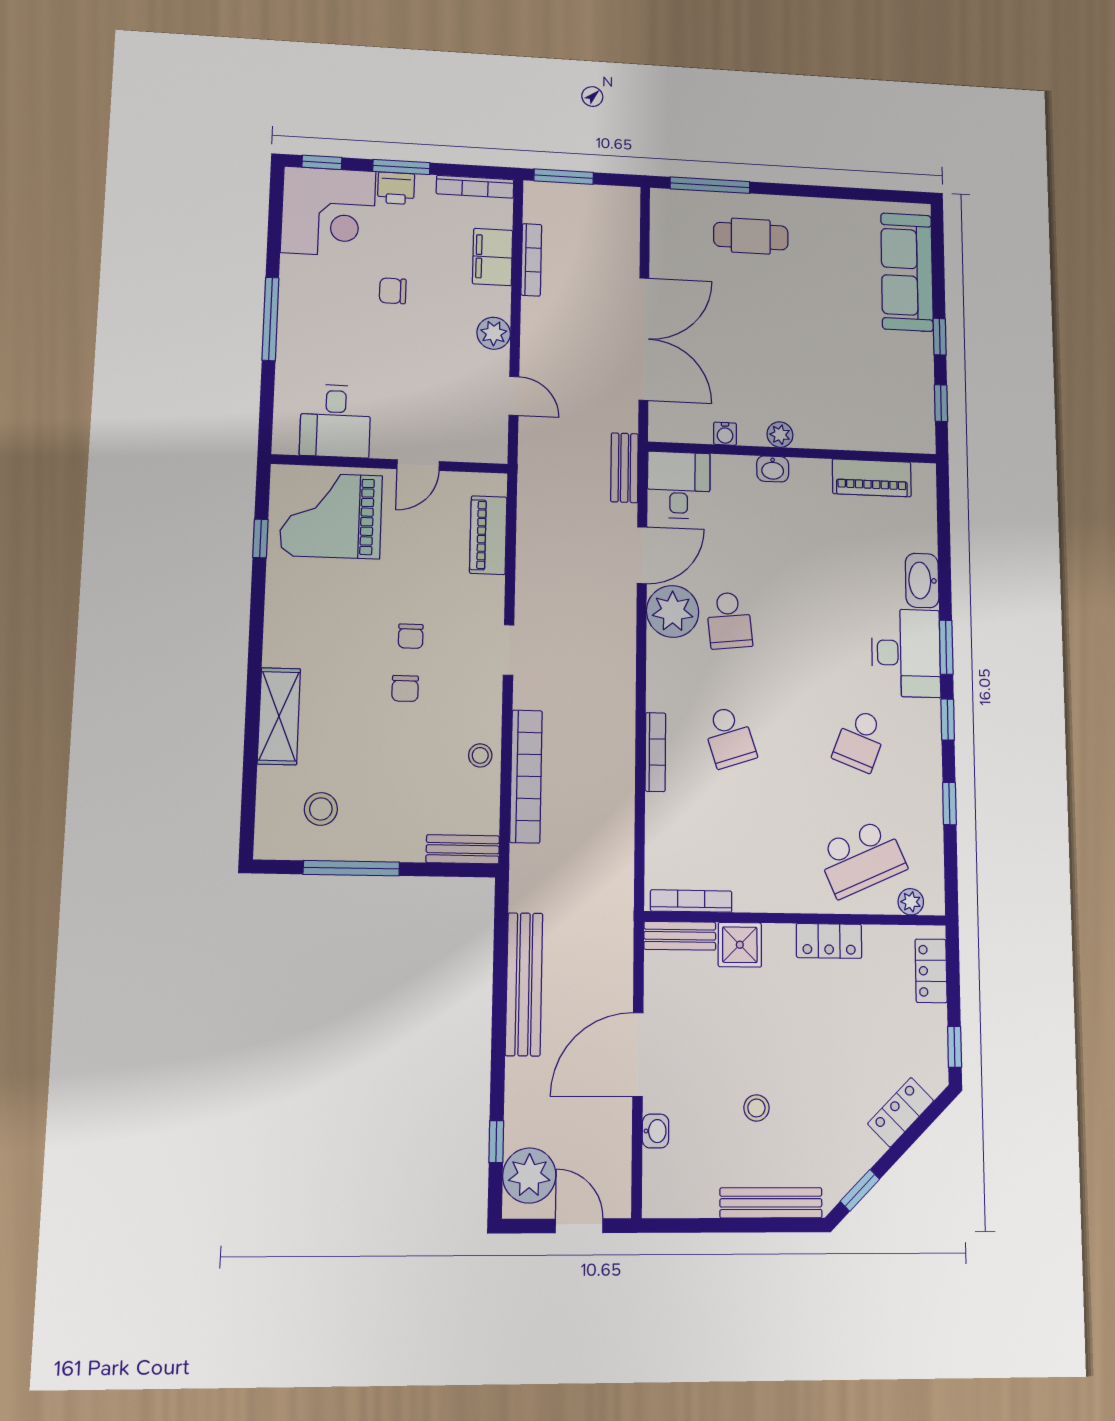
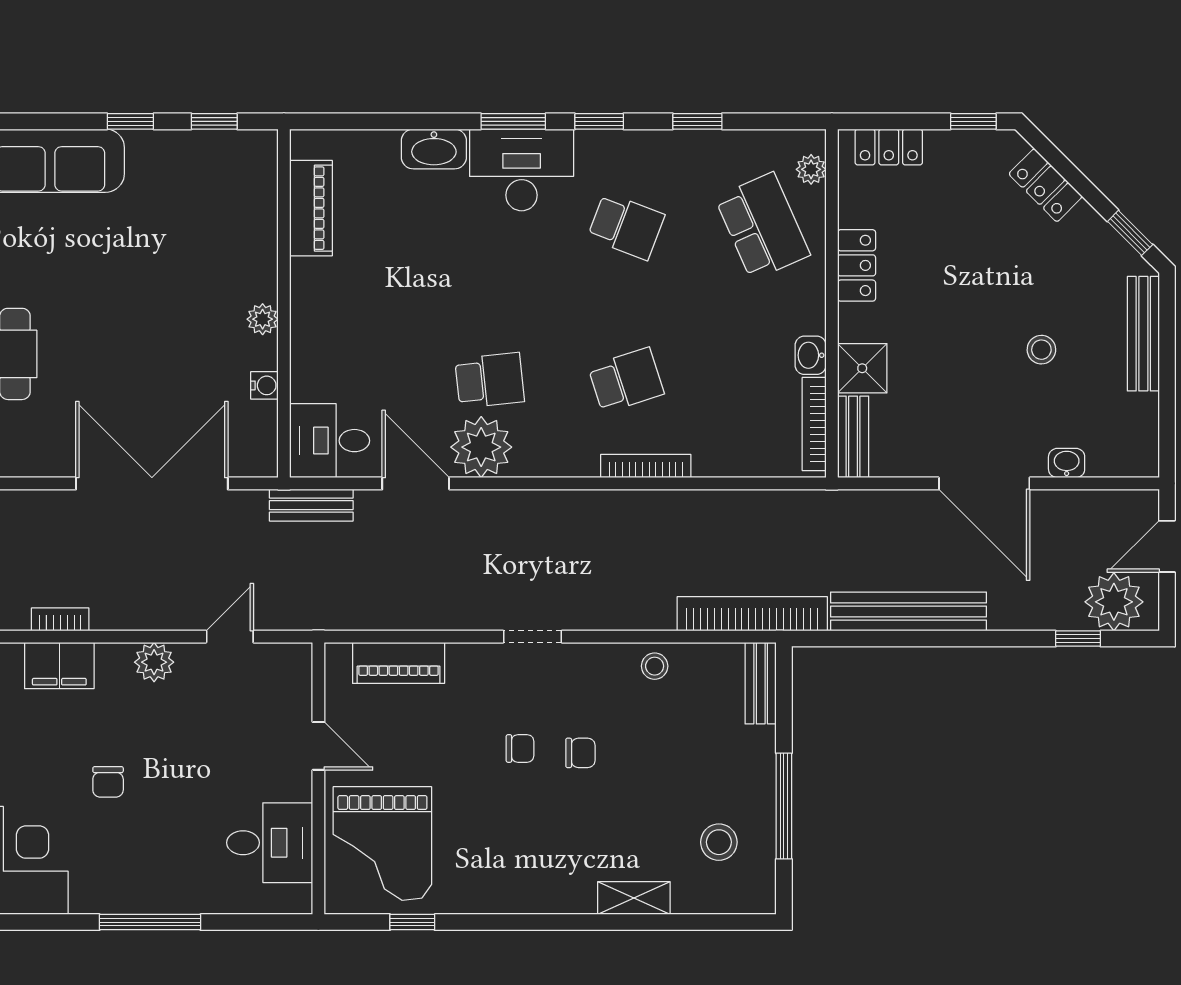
bookcase: (531, 260) -> (60, 619), width x0.64
washbasin: (773, 469) -> (811, 355), moved, turned 180
shelving: (279, 716) -> (634, 898), width x0.67, depth x0.75
bookcase: (526, 776) -> (752, 614), moved

